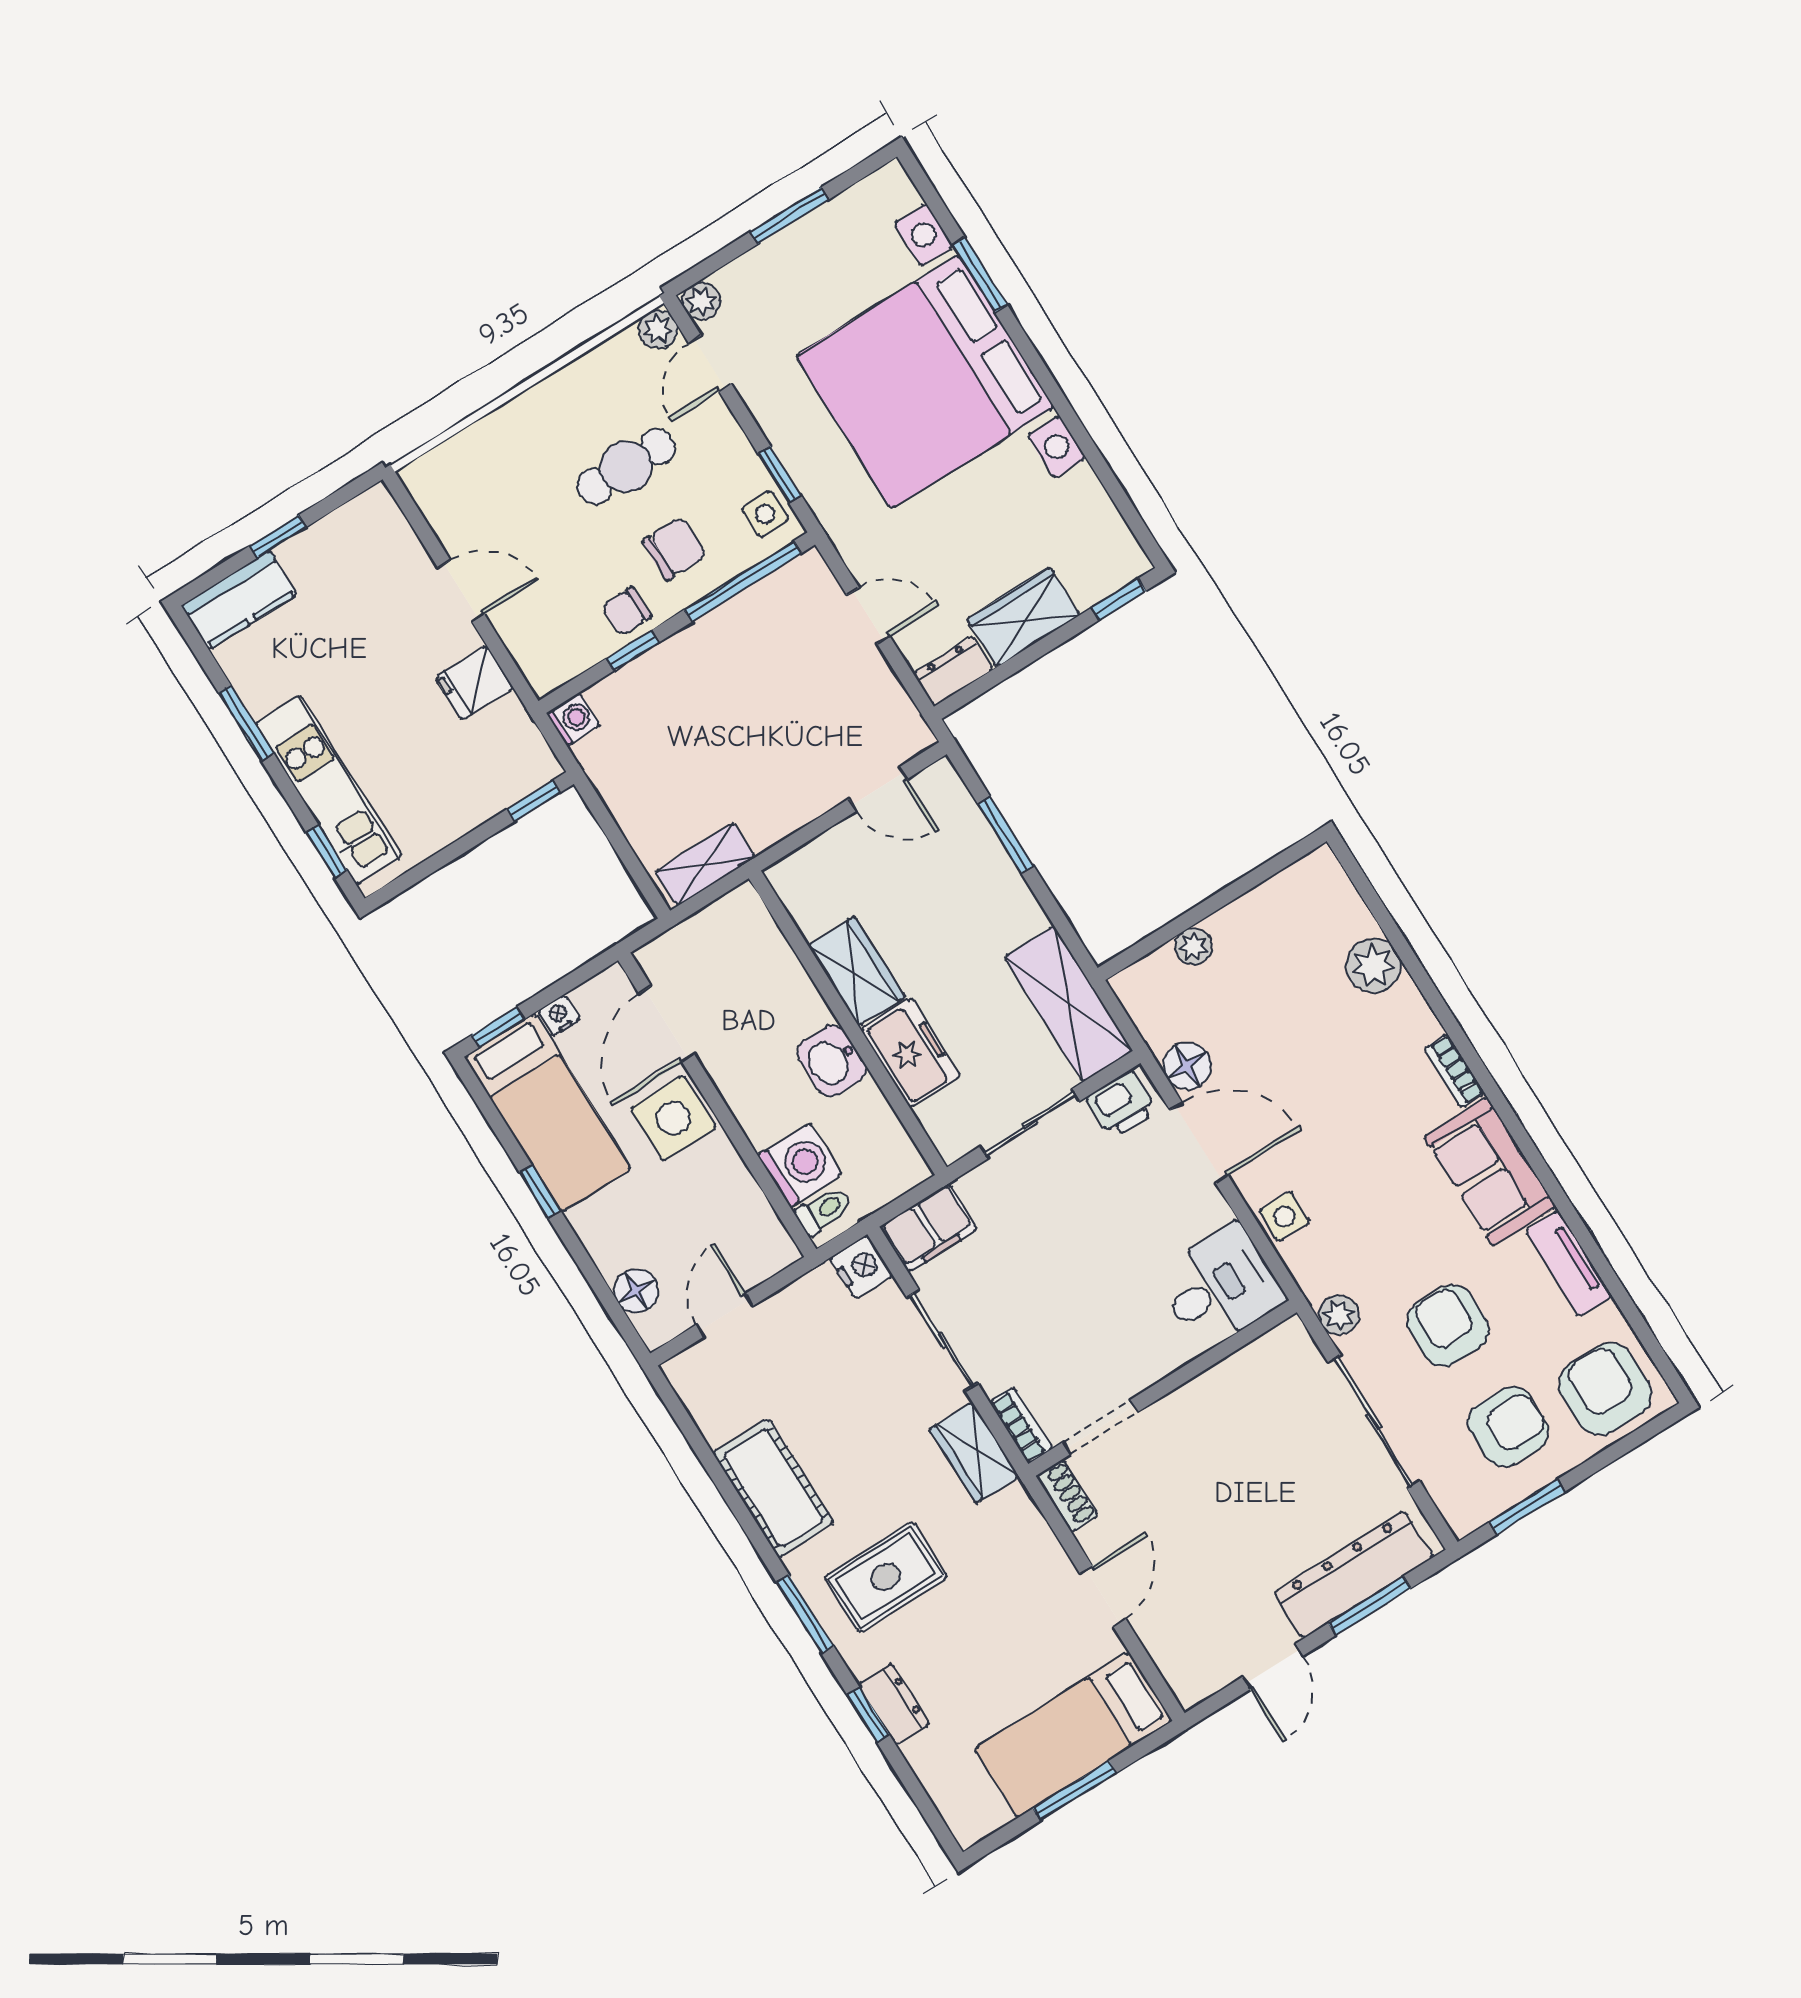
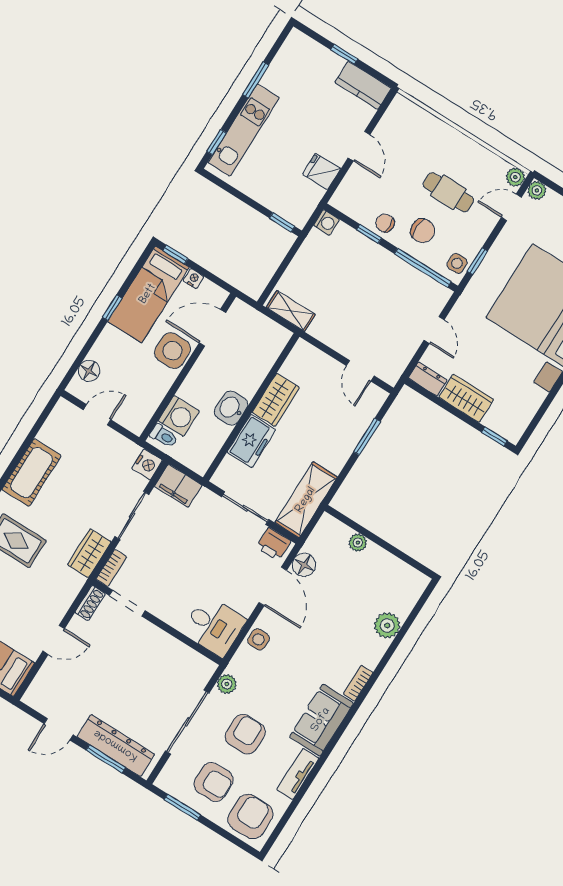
kitchen counter: (239, 600) -> (363, 85), moved

